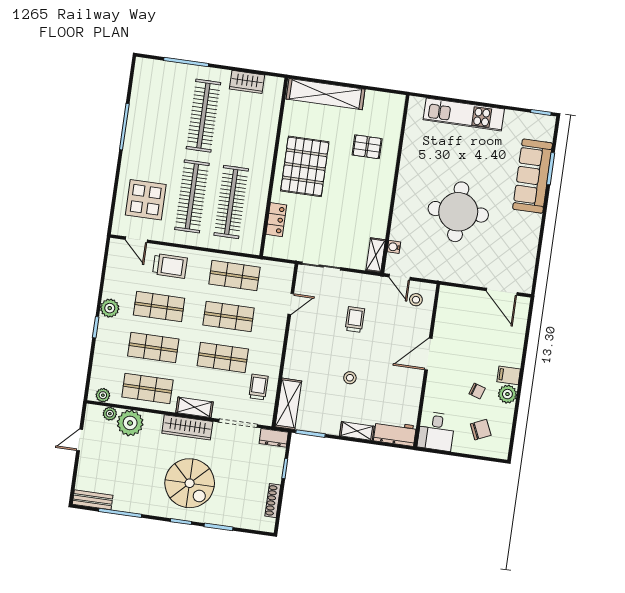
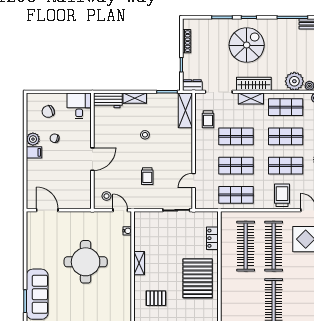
shelving: (376, 255) -> (139, 263), moved
trolley: (170, 266) -> (282, 195), turned 90
spiral stairs: (190, 483) -> (247, 45), turned 90

